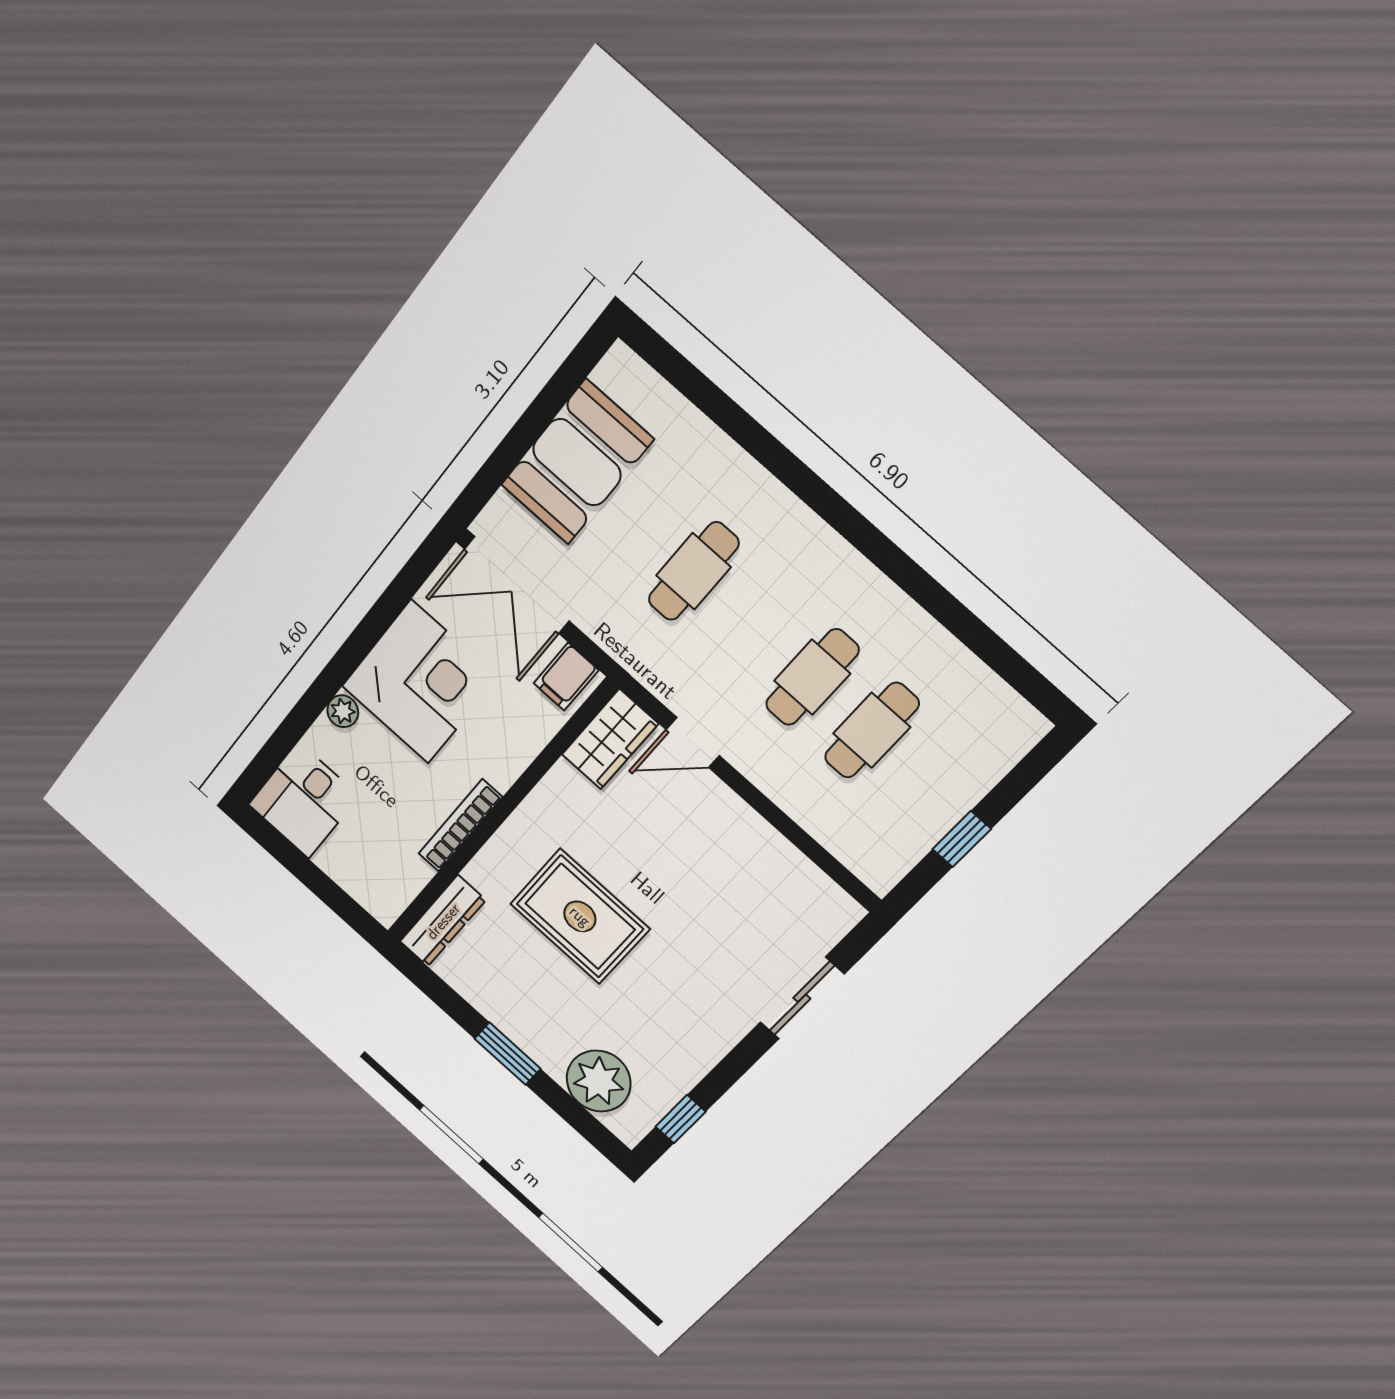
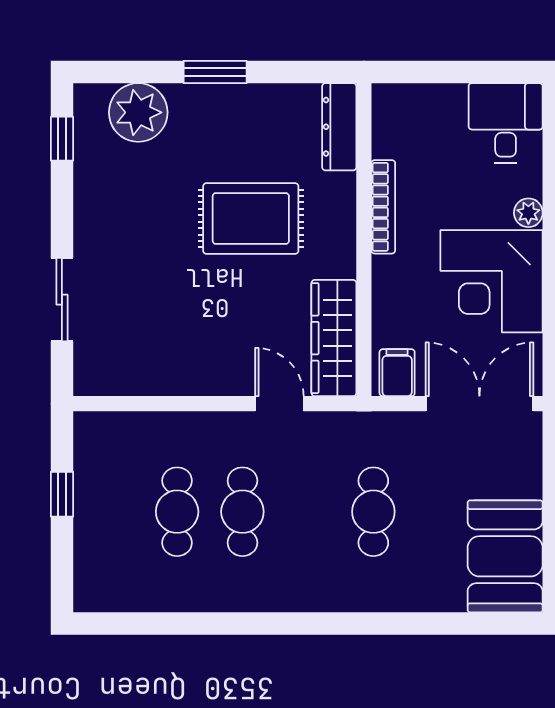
booth: (577, 462) -> (505, 556), moved
wardrobe: (610, 739) -> (334, 338), width x1.50
door: (693, 743) -> (279, 404), hinge flipped

